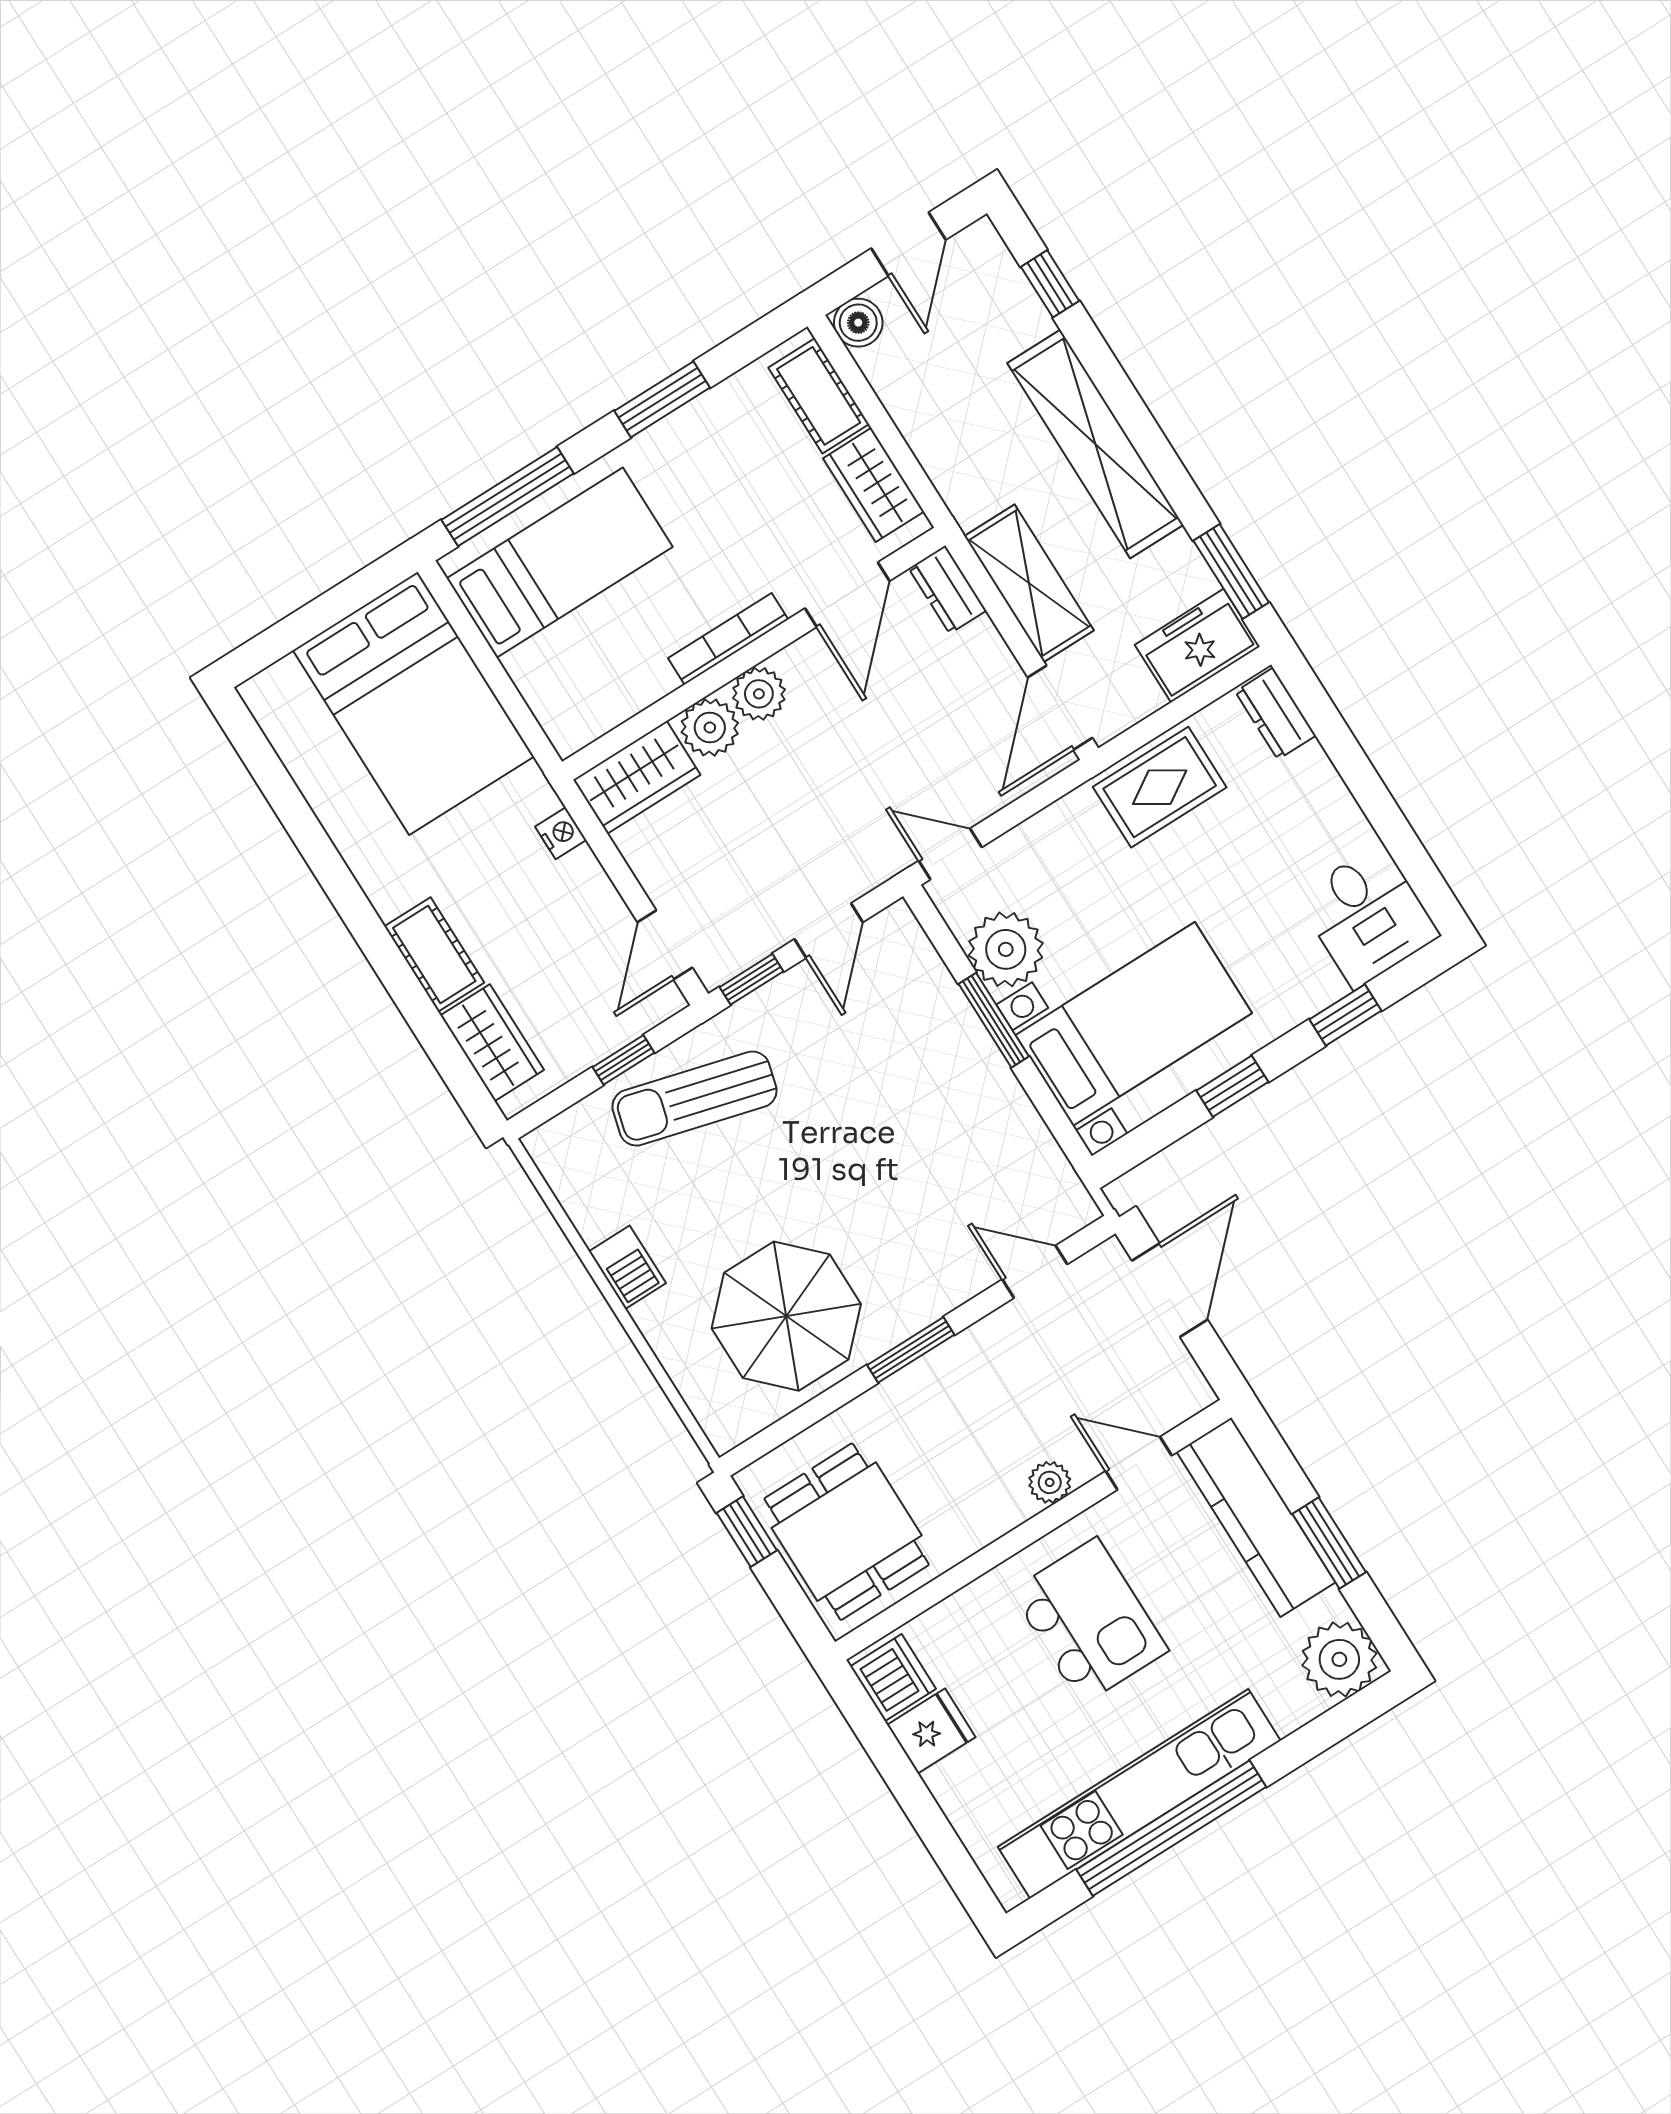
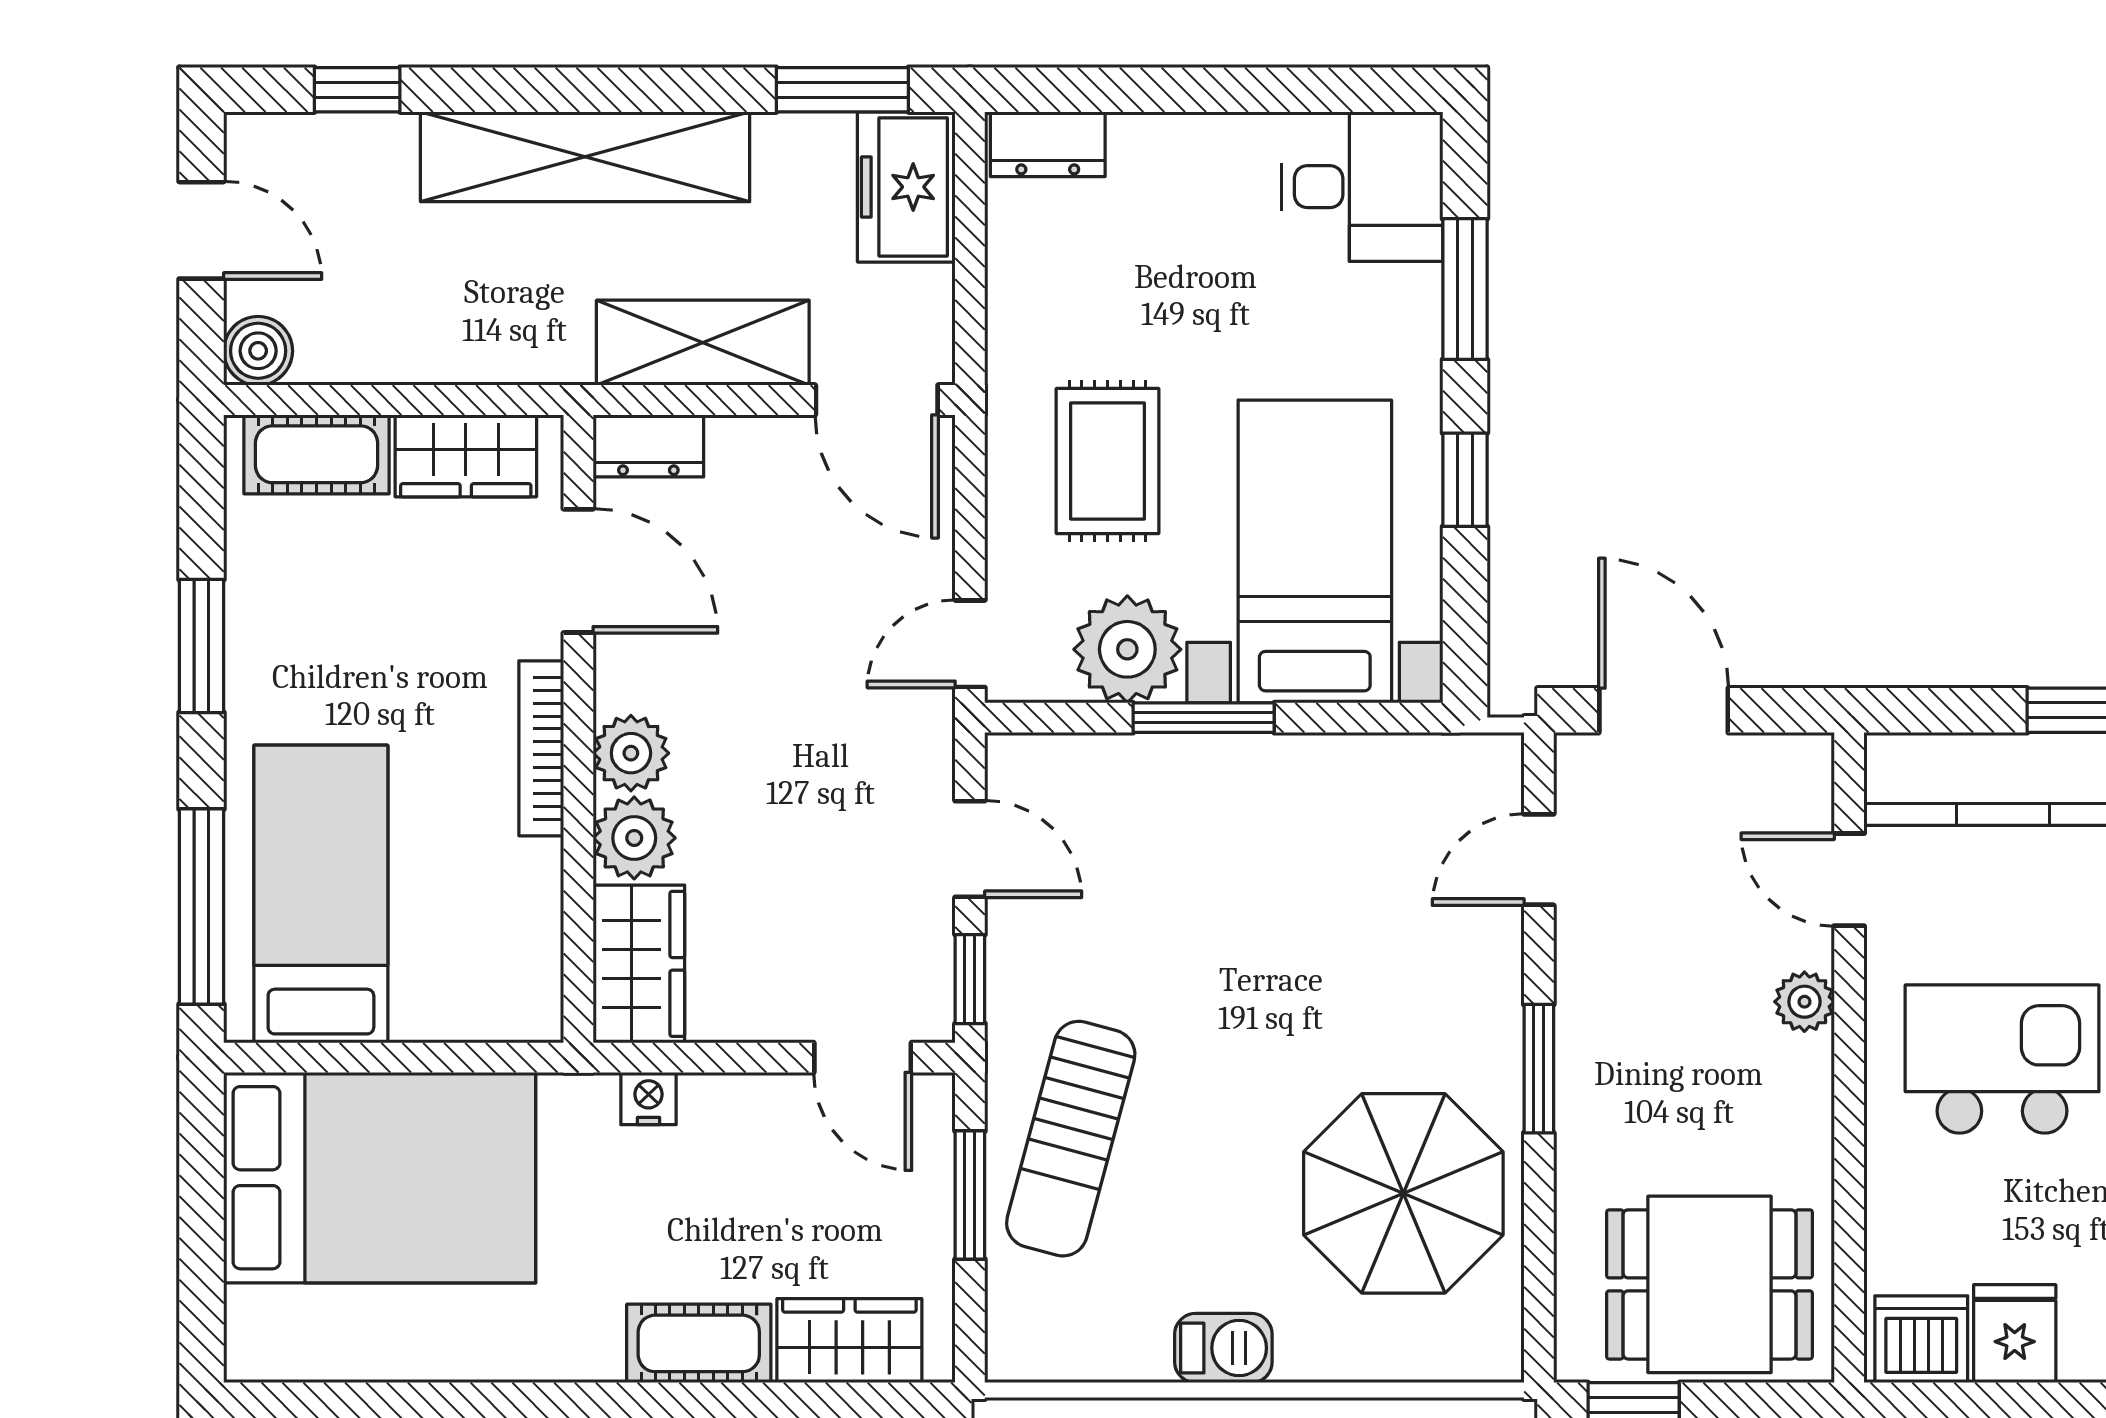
rug: (1160, 787) -> (1108, 461), moved
window: (1345, 1015) -> (1465, 289), width x1.50
window: (623, 1060) -> (970, 1195), width x1.50
door: (1139, 1463) -> (1849, 880), hinge flipped

